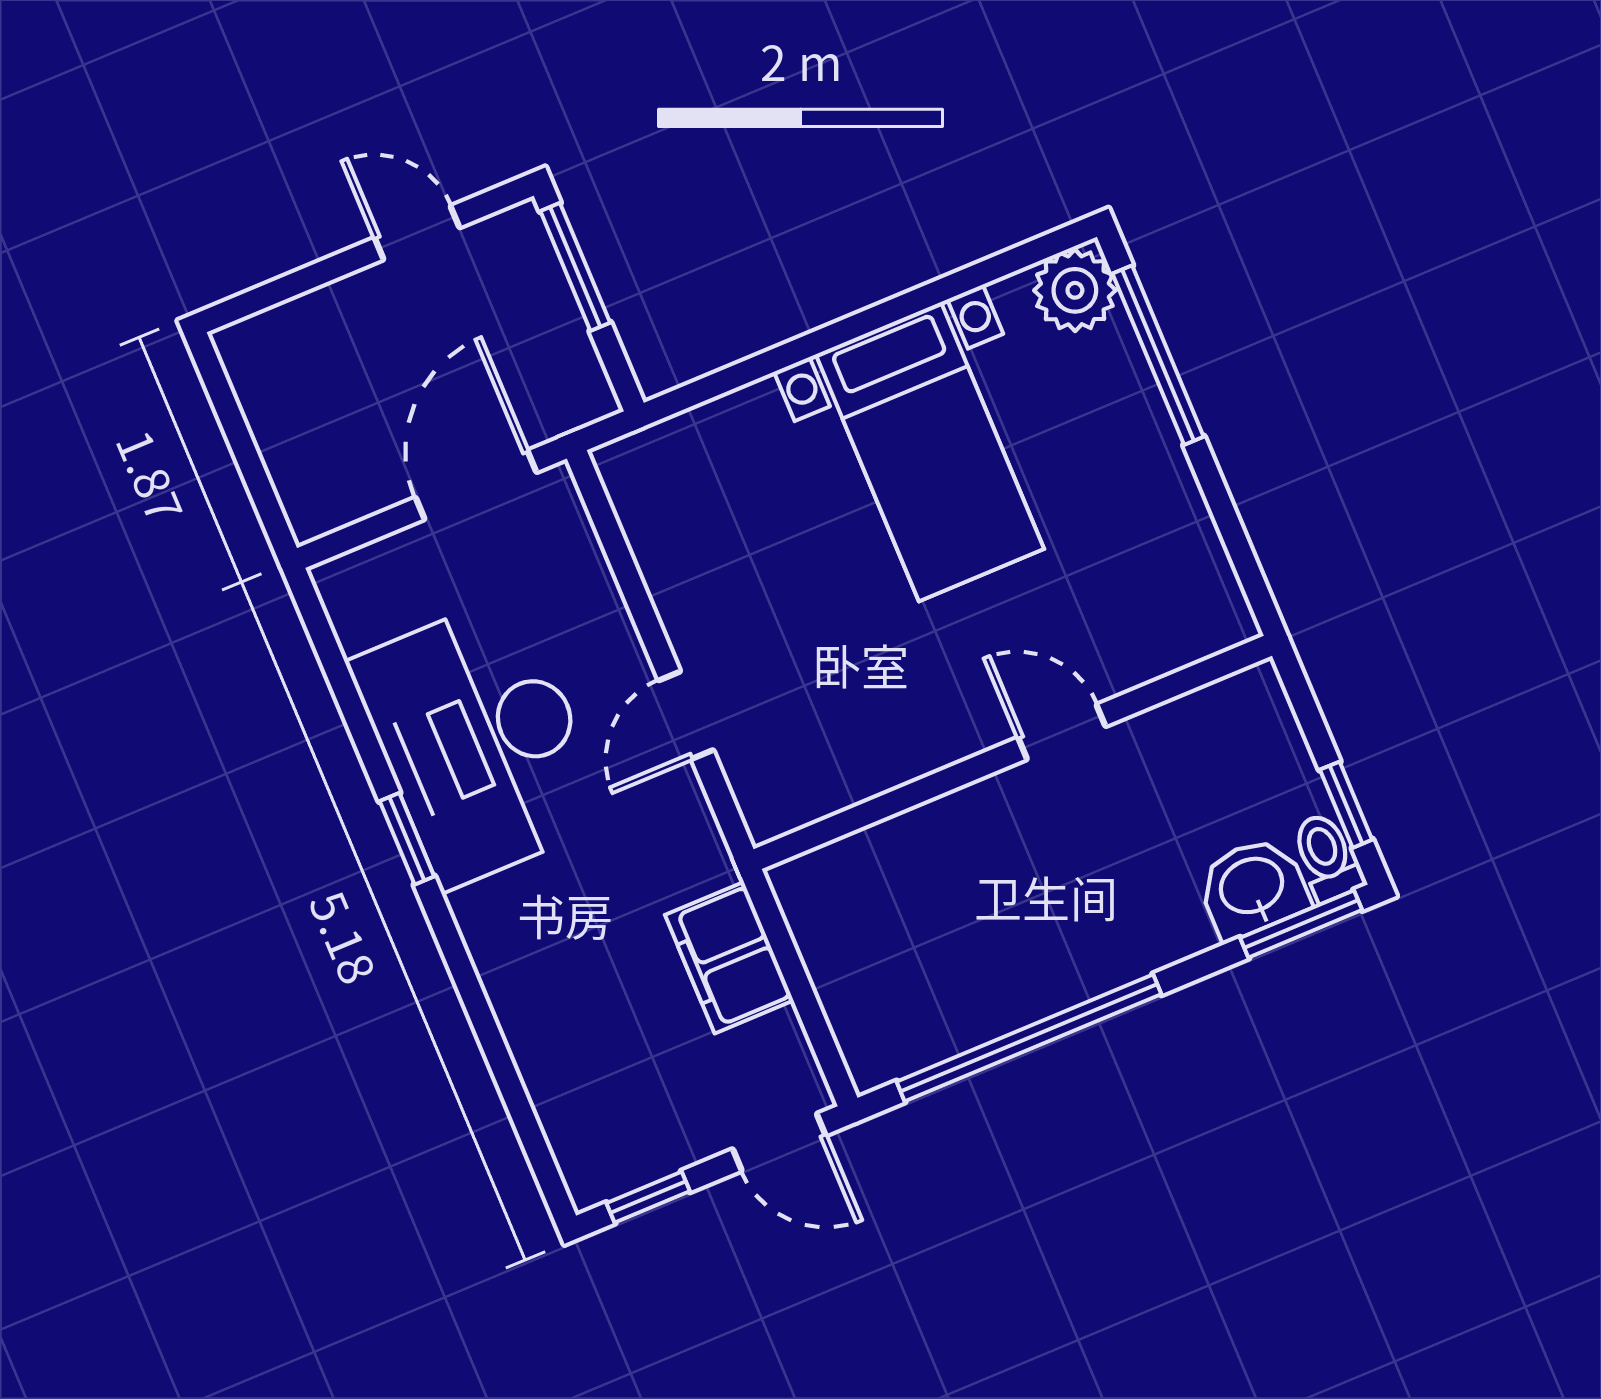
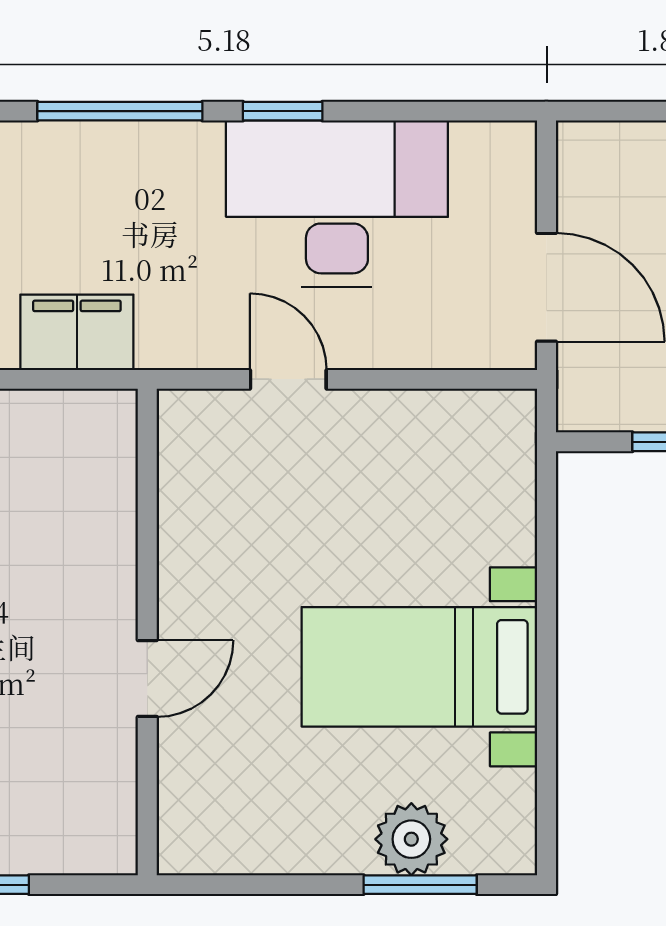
plant: (1075, 290) -> (411, 839), moved
window: (1158, 355) -> (420, 885), width x0.69
window: (478, 1010) -> (120, 111), added

